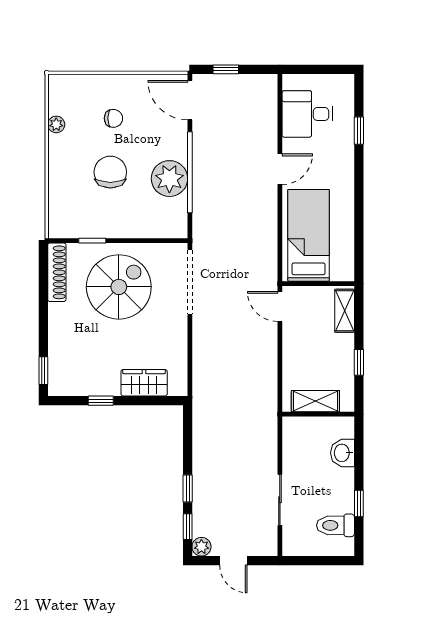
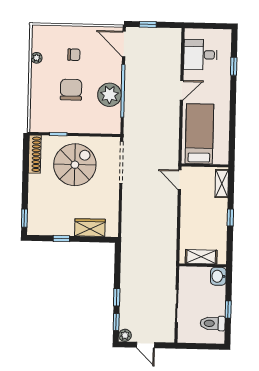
shelving: (315, 401) -> (201, 257), moved
wall: (318, 414) -> (203, 265), moved

